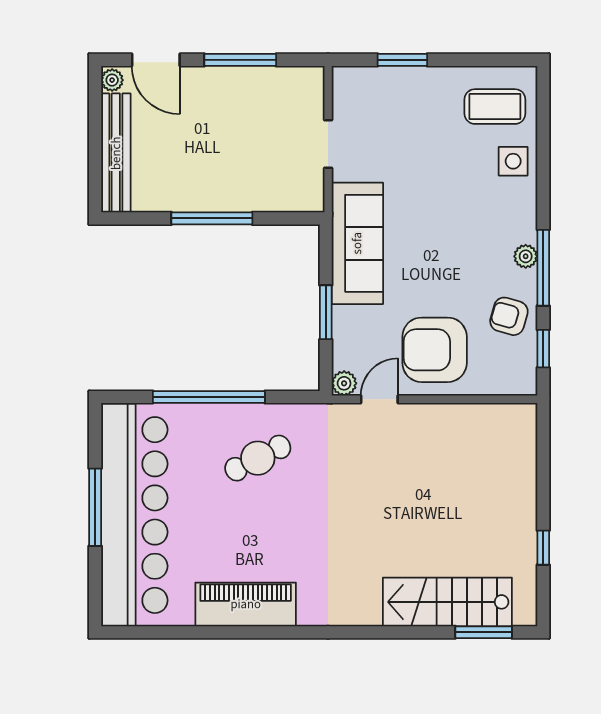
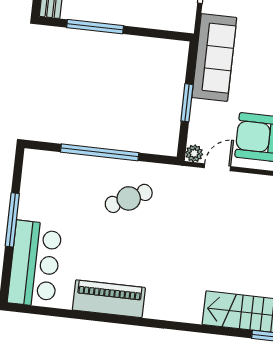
window: (212, 218) -> (95, 27), moved
bar counter: (134, 515) -> (35, 264), width x0.54

